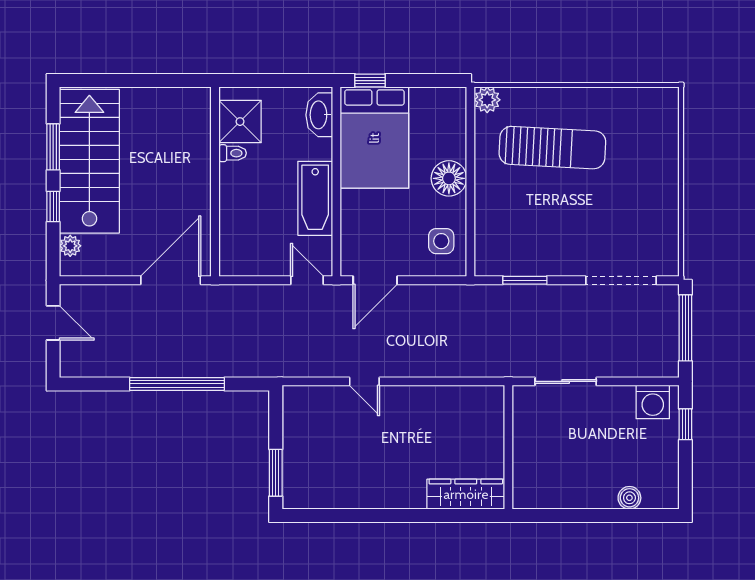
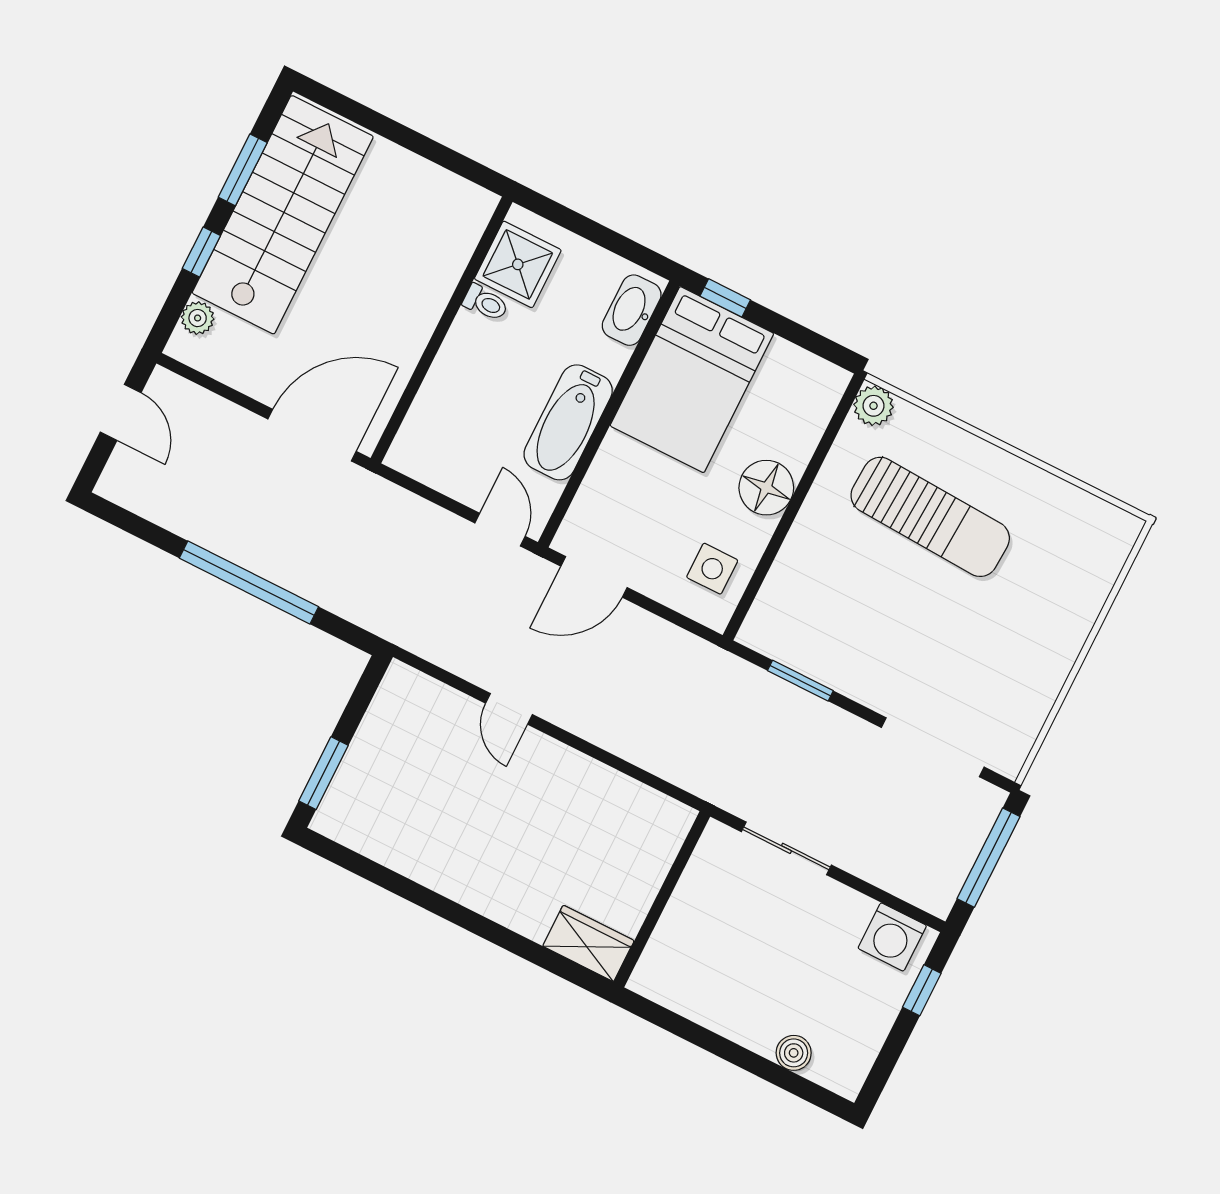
wardrobe: (466, 494) -> (588, 943), width x0.67

